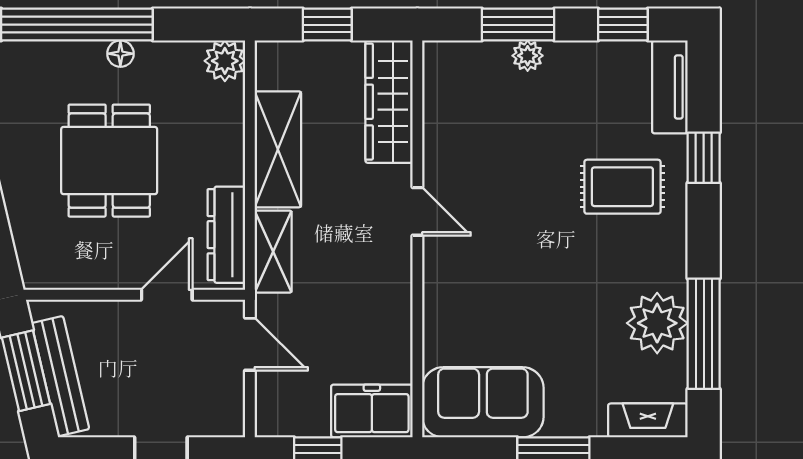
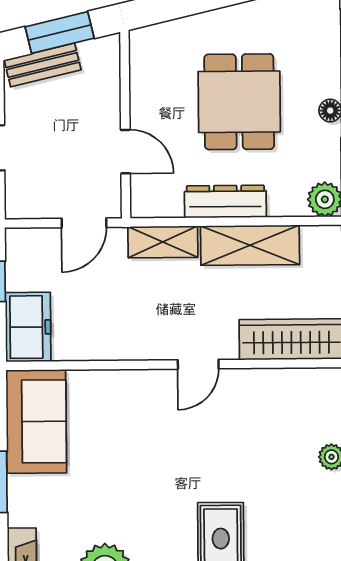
dining table: (109, 161) -> (239, 102), turned 90
dresser: (226, 235) -> (225, 202), moved
bench: (60, 376) -> (43, 65), width x0.73

